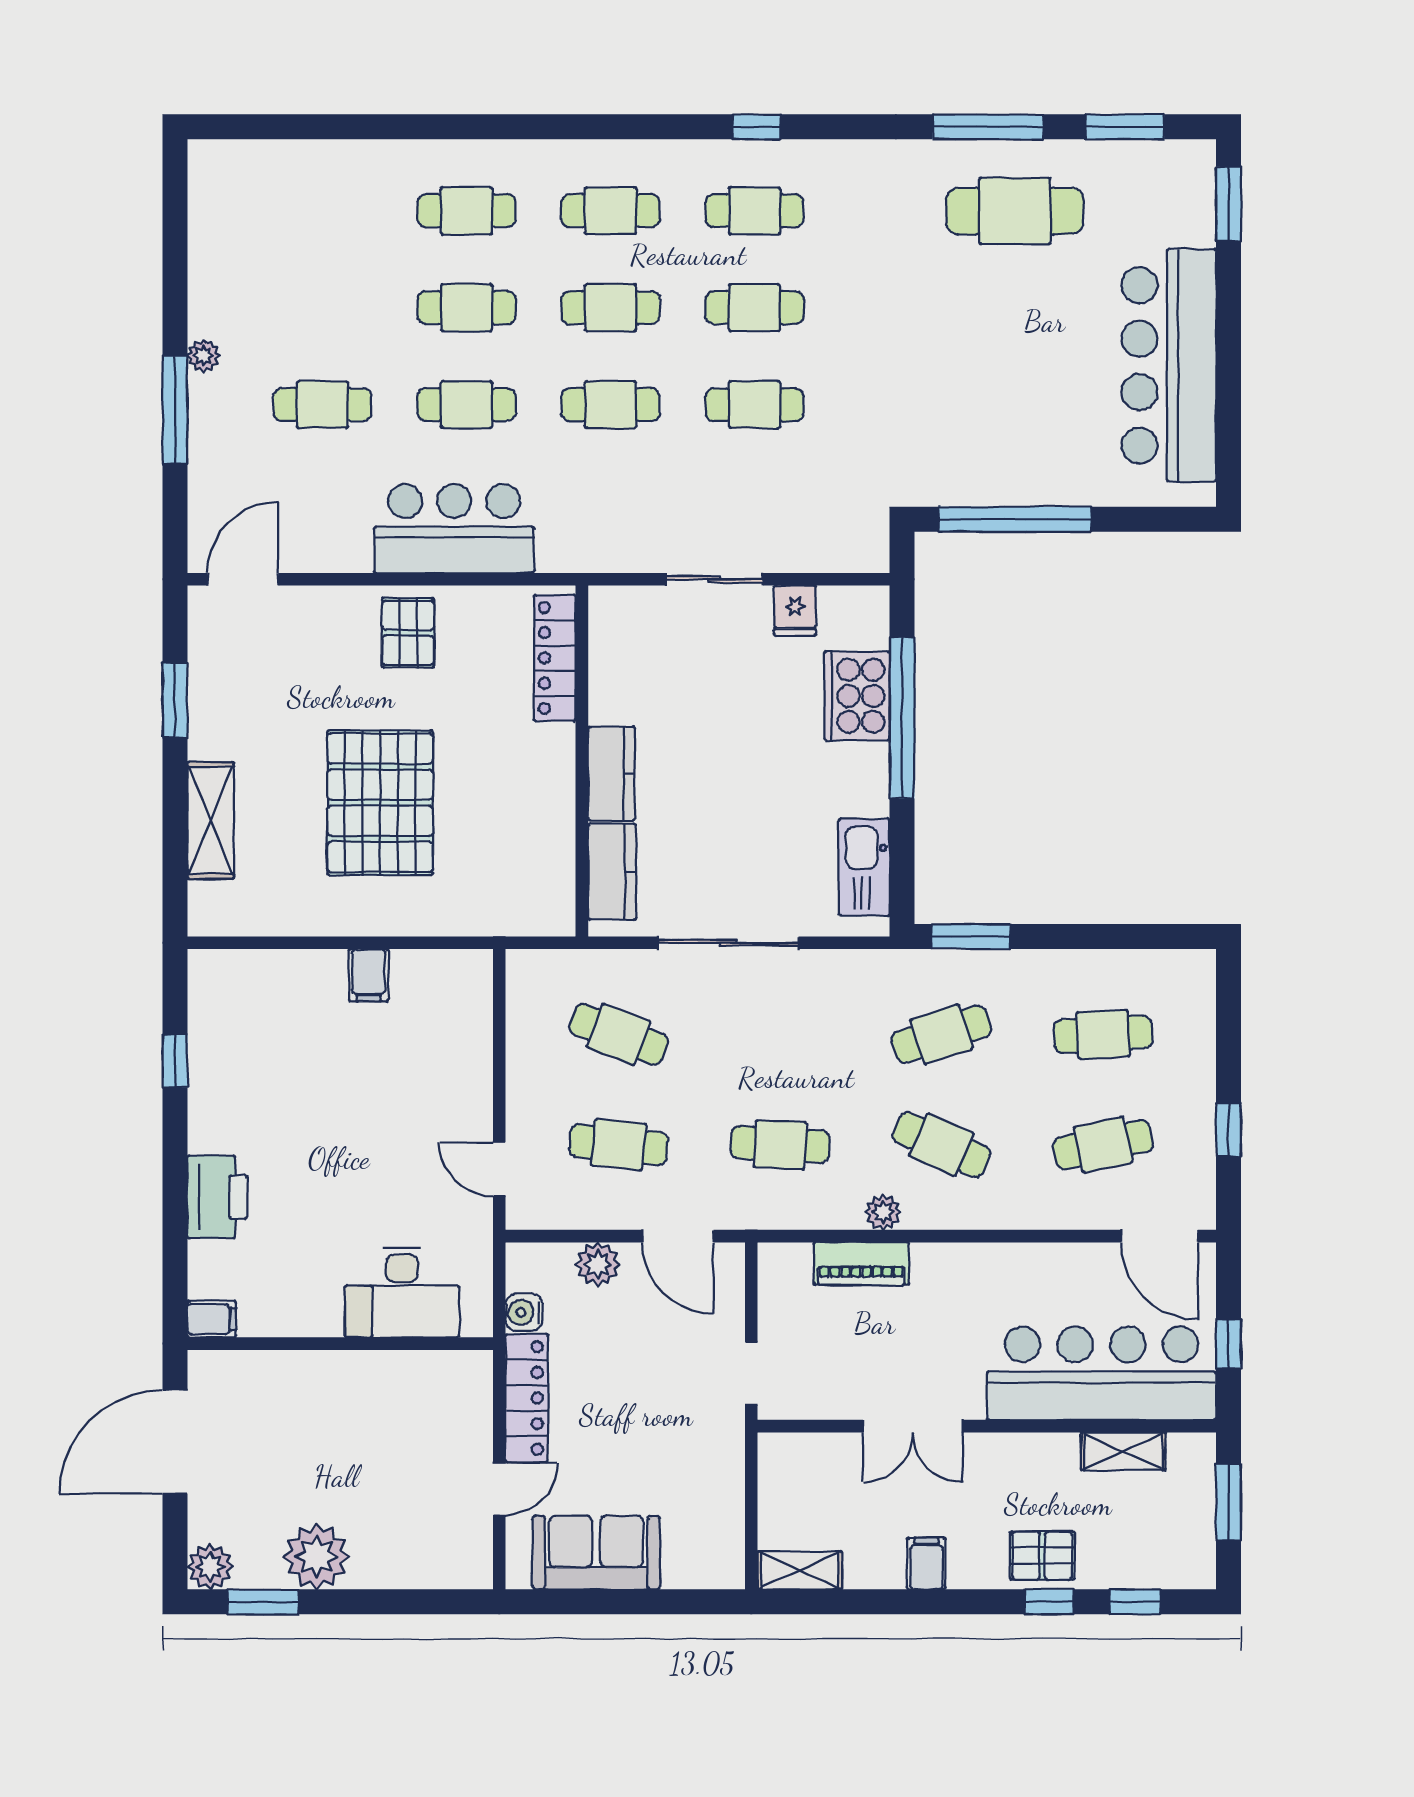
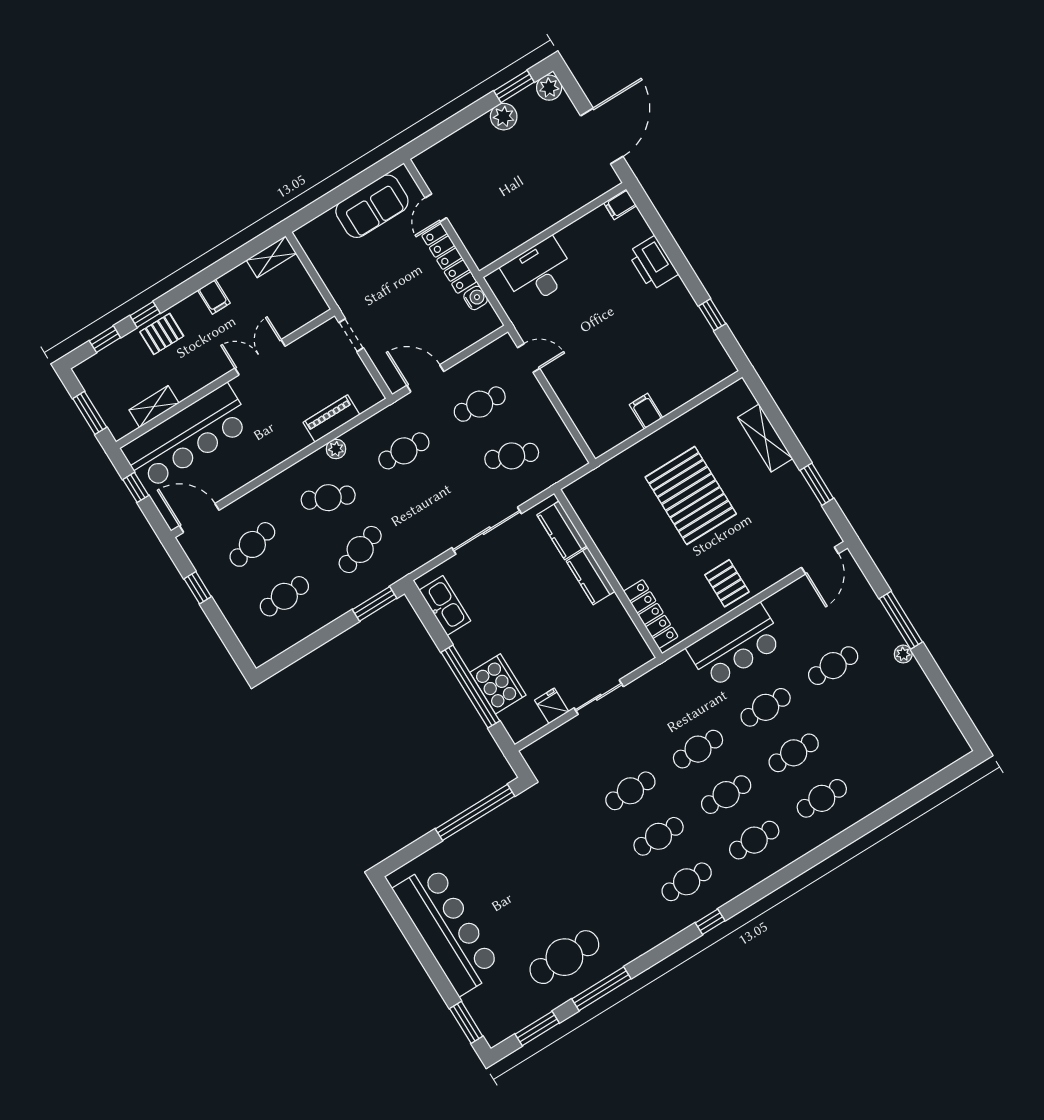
plant: (598, 1264) -> (455, 342), removed
plant: (316, 1557) -> (504, 117), width x0.73, depth x0.73

